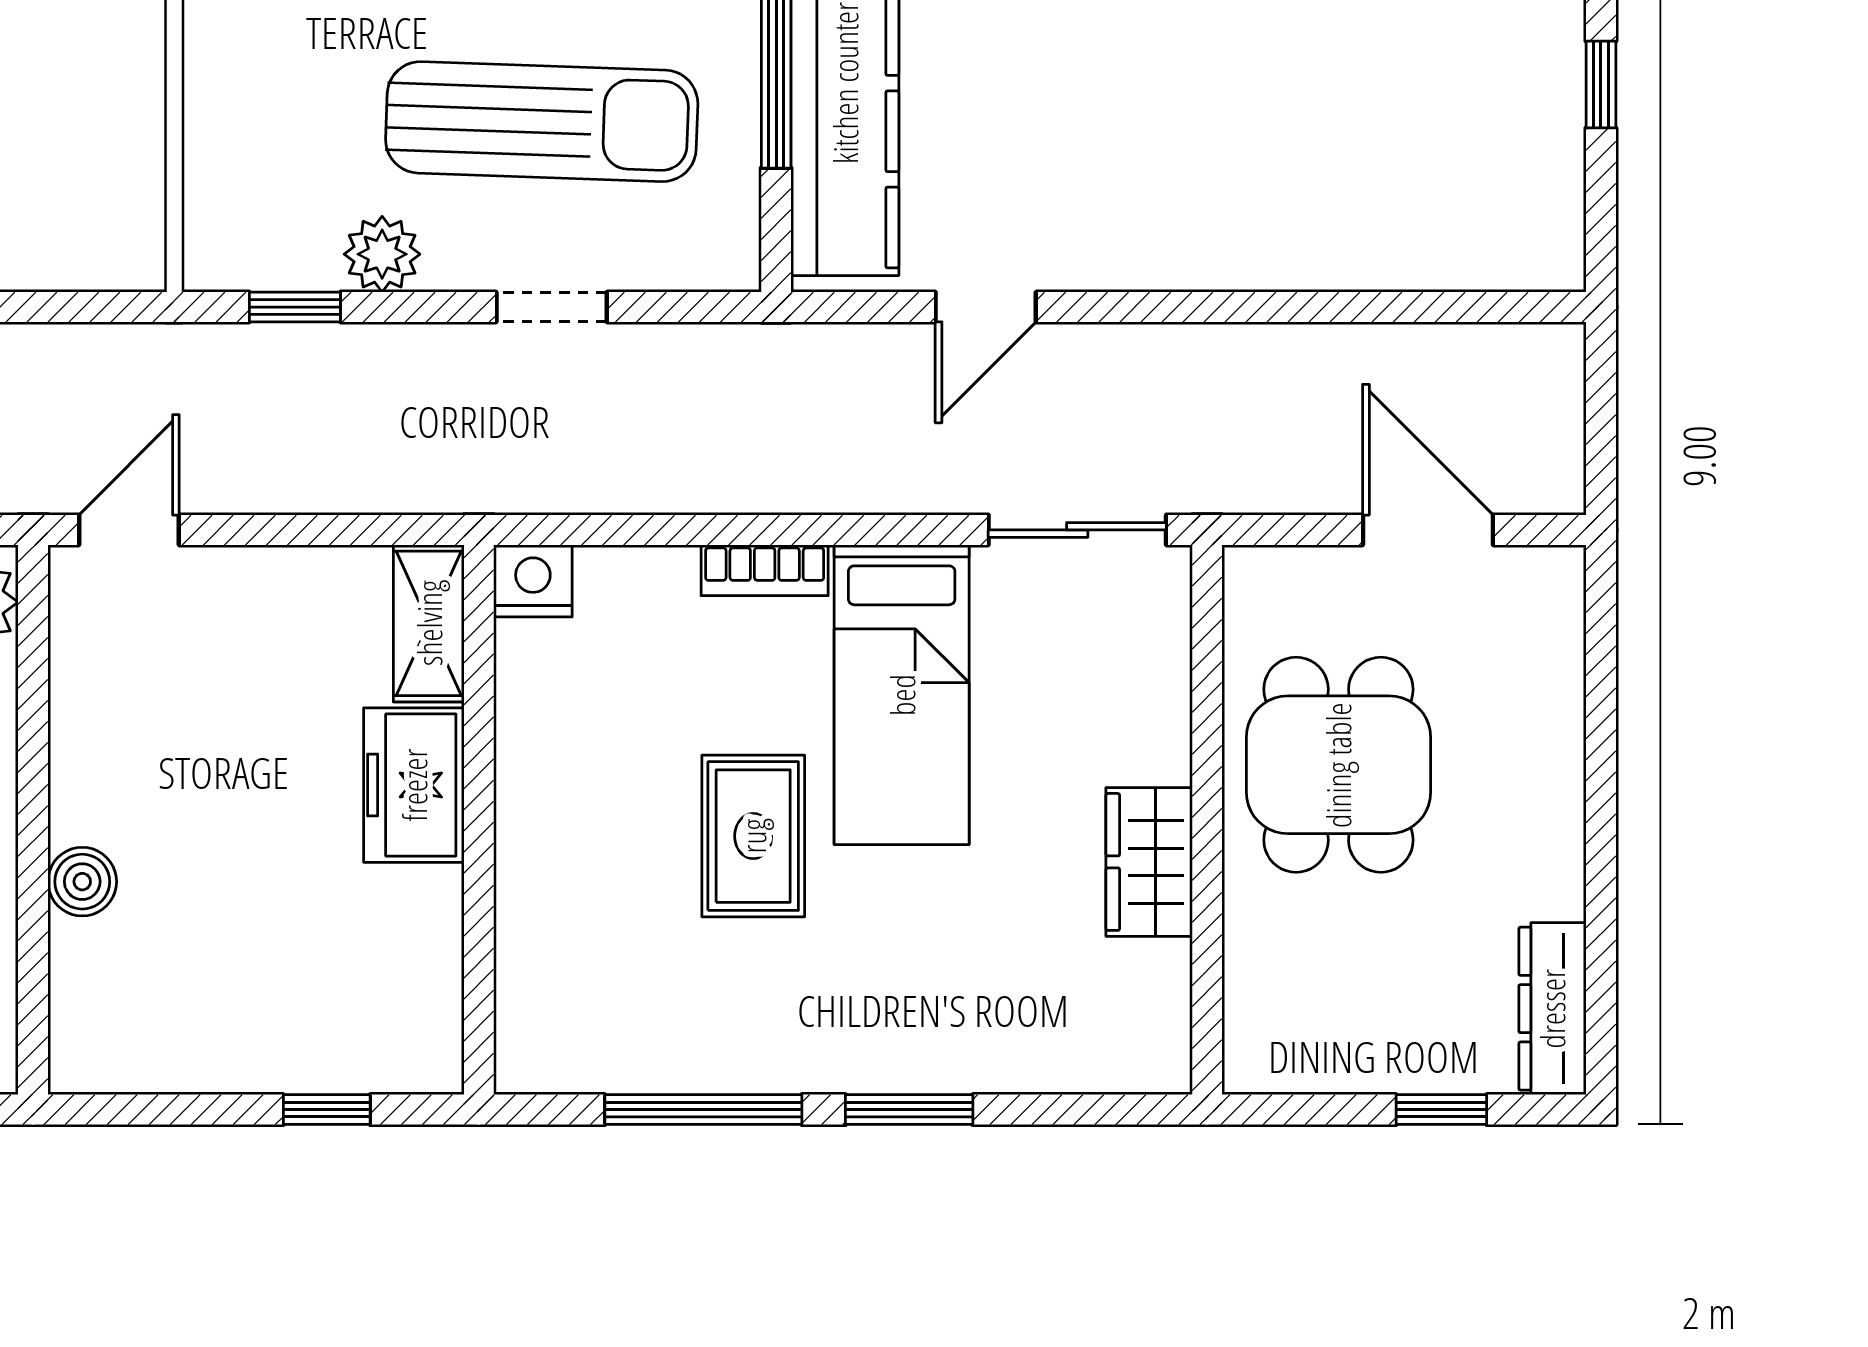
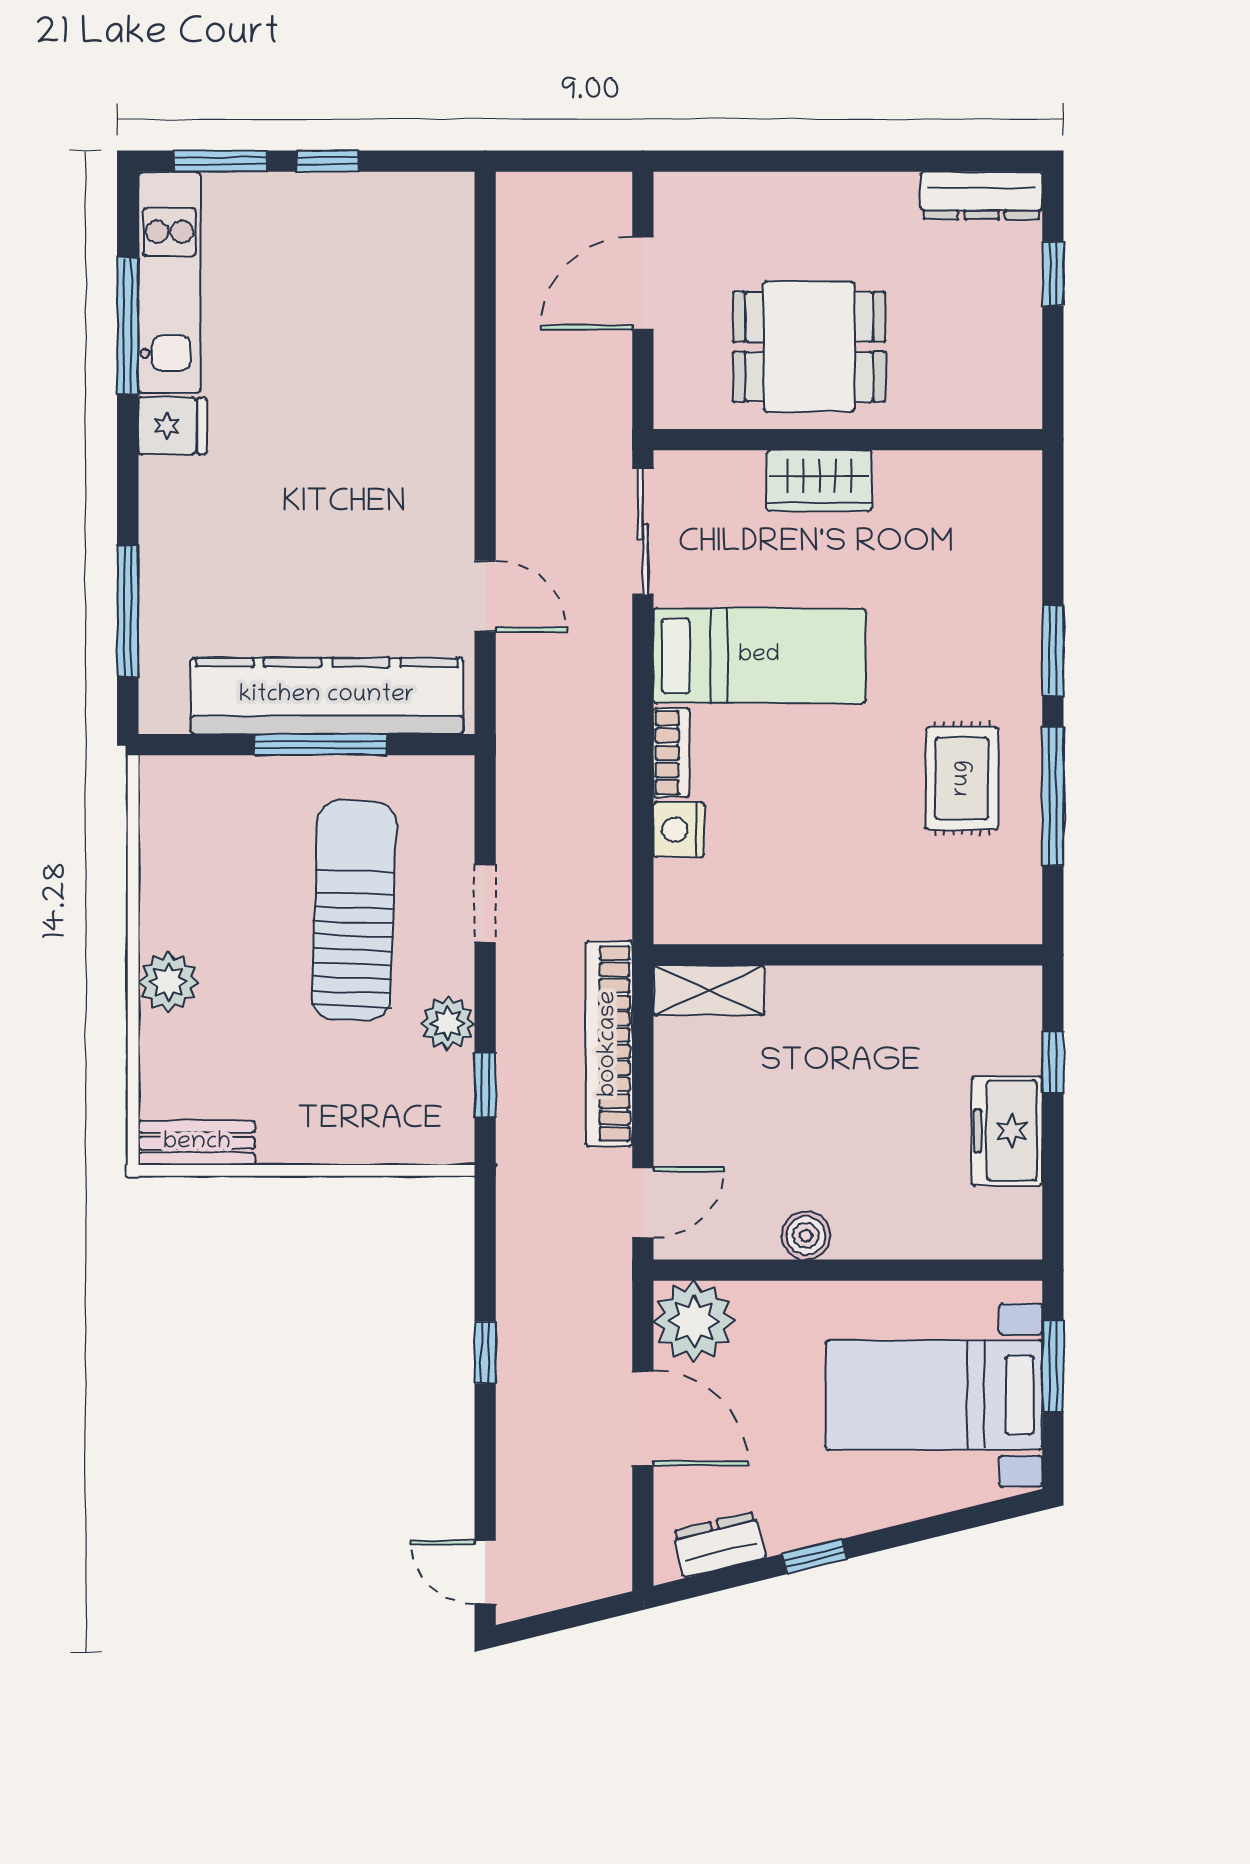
bookcase: (353, 482) -> (609, 1044), added
door: (129, 530) -> (643, 1202), swing flipped
nightstand: (533, 581) -> (679, 830), moved
freezer: (414, 785) -> (1007, 1131), moved, turned 90
rug: (753, 836) -> (962, 778), moved, turned 90
wardrobe: (1149, 862) -> (819, 481), moved
boiler: (82, 882) -> (806, 1235), moved

